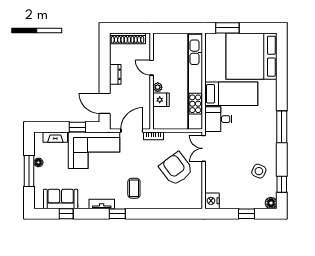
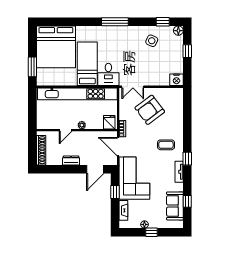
fridge: (161, 100) -> (109, 122), moved
window: (29, 171) -> (152, 232), width x0.46

